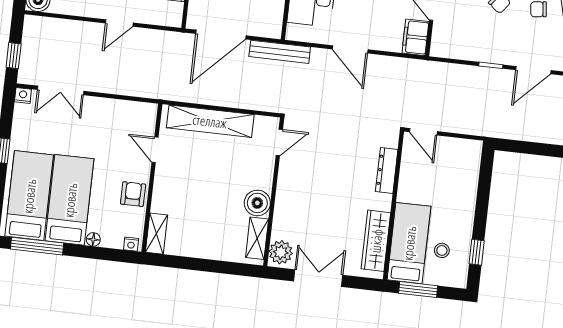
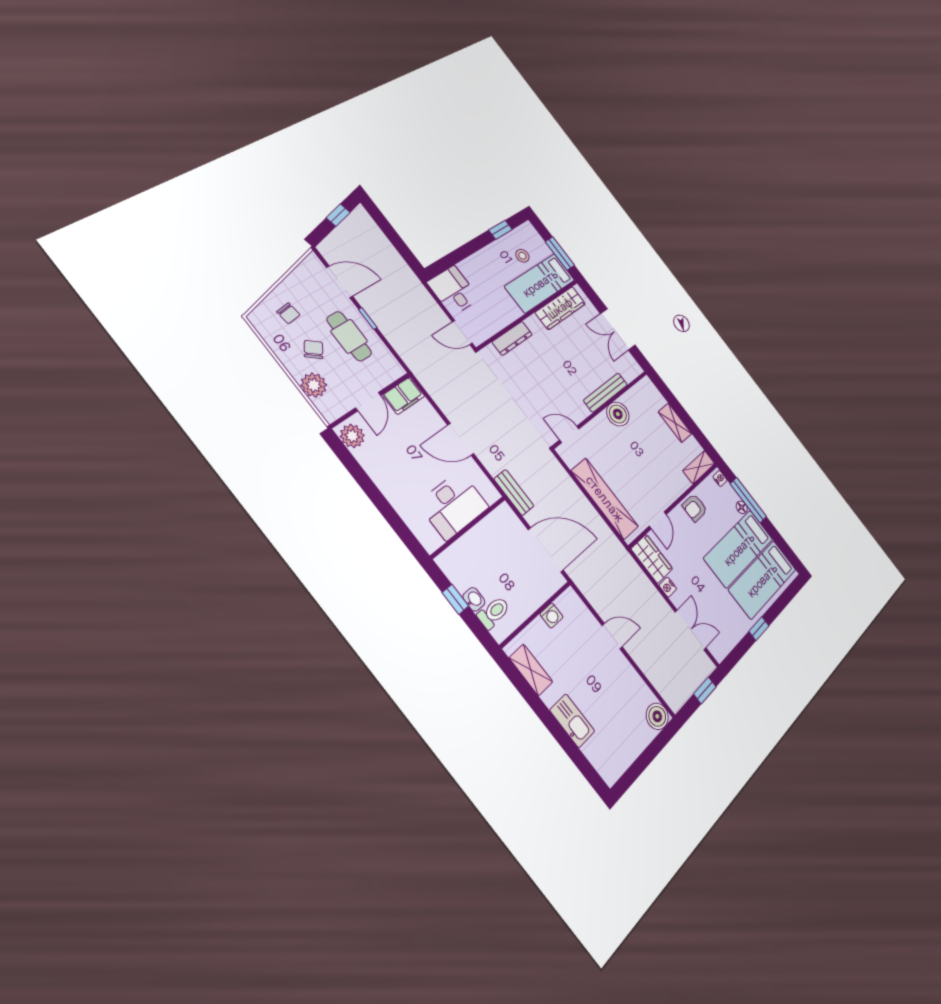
cafe table: (489, 38) -> (349, 336), added
door: (350, 49) -> (461, 439), swing flipped
bench: (280, 52) -> (514, 492), width x0.73
nightstand: (23, 95) -> (668, 587), moved
wardrobe: (135, 114) -> (652, 559), added
door: (423, 132) -> (462, 333), swing flipped
desk: (460, 158) -> (453, 290), added
bench: (282, 210) -> (606, 392), added
shelving: (257, 238) -> (675, 423), moved, turned 90
window: (37, 246) -> (748, 500), moved
plant: (281, 252) -> (628, 370), removed

